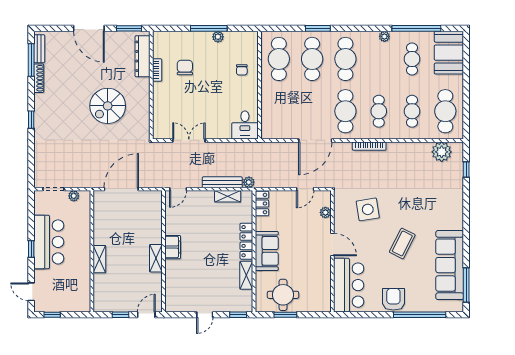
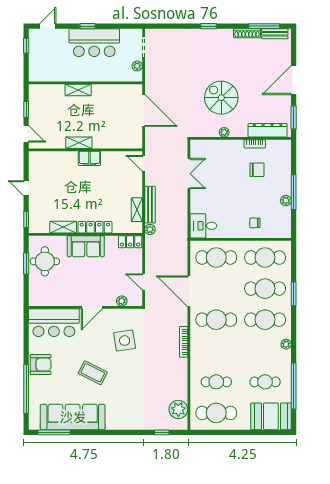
plant: (384, 36) -> (286, 344), moved
plant: (145, 103) -> (224, 132), added
cafe table: (379, 111) -> (216, 257), moved, width x1.37, depth x1.35

